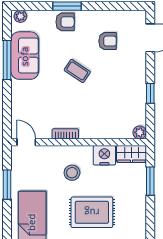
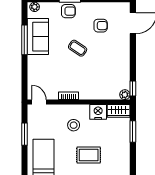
window: (150, 93) -> (133, 89), moved
rug: (92, 212) -> (89, 155), width x0.73, depth x0.70

